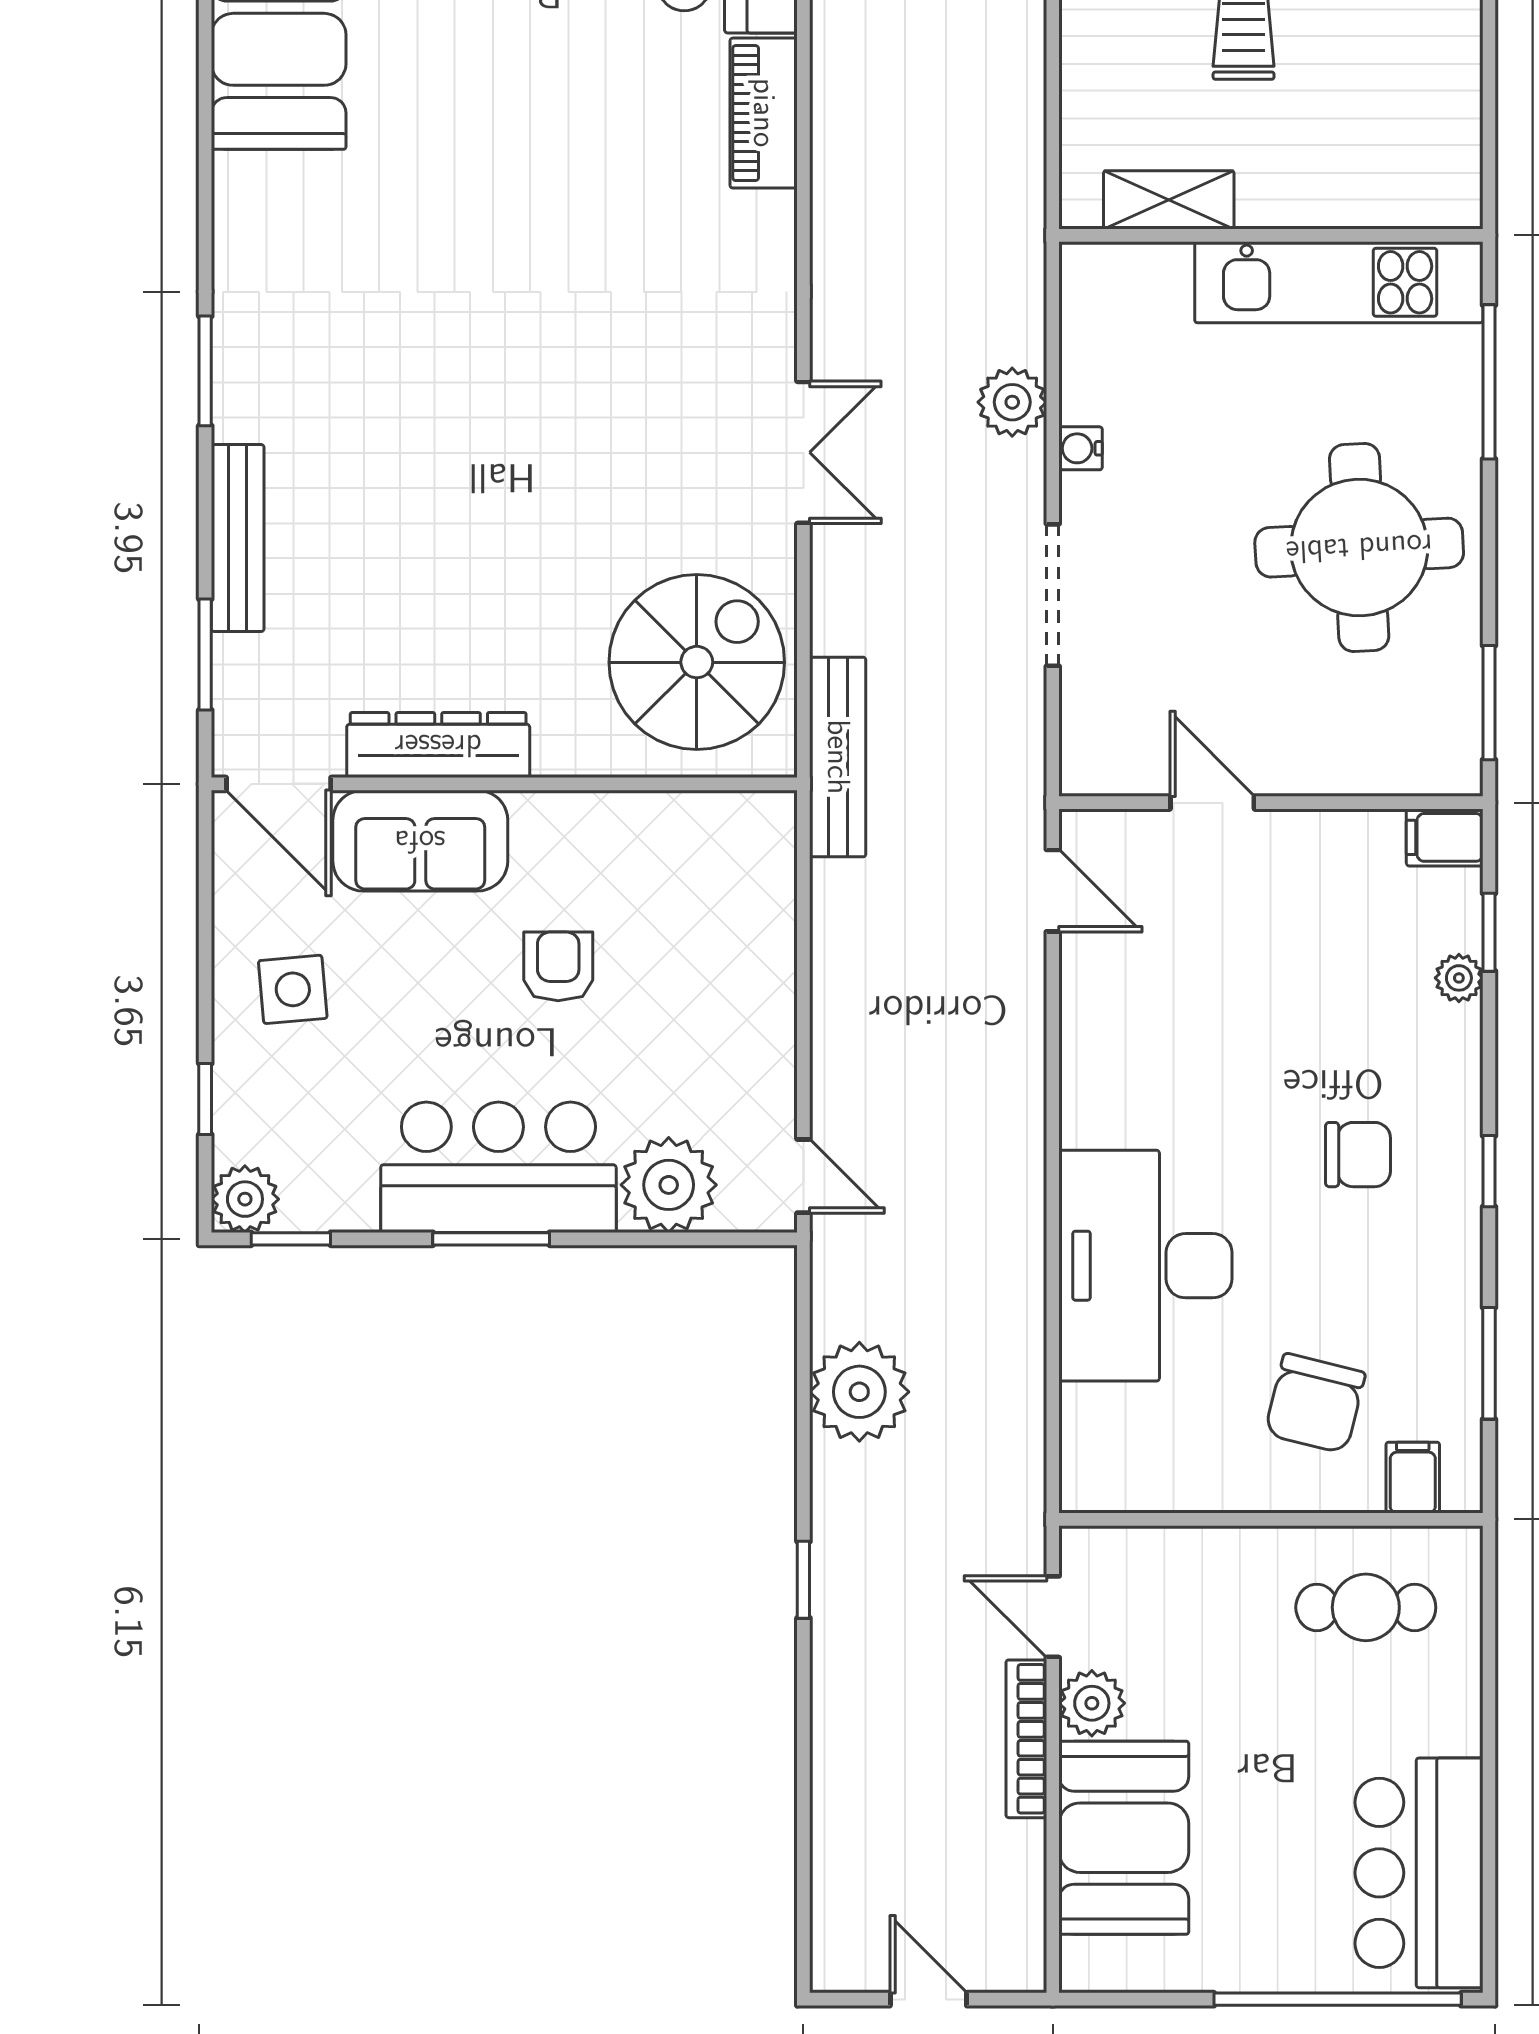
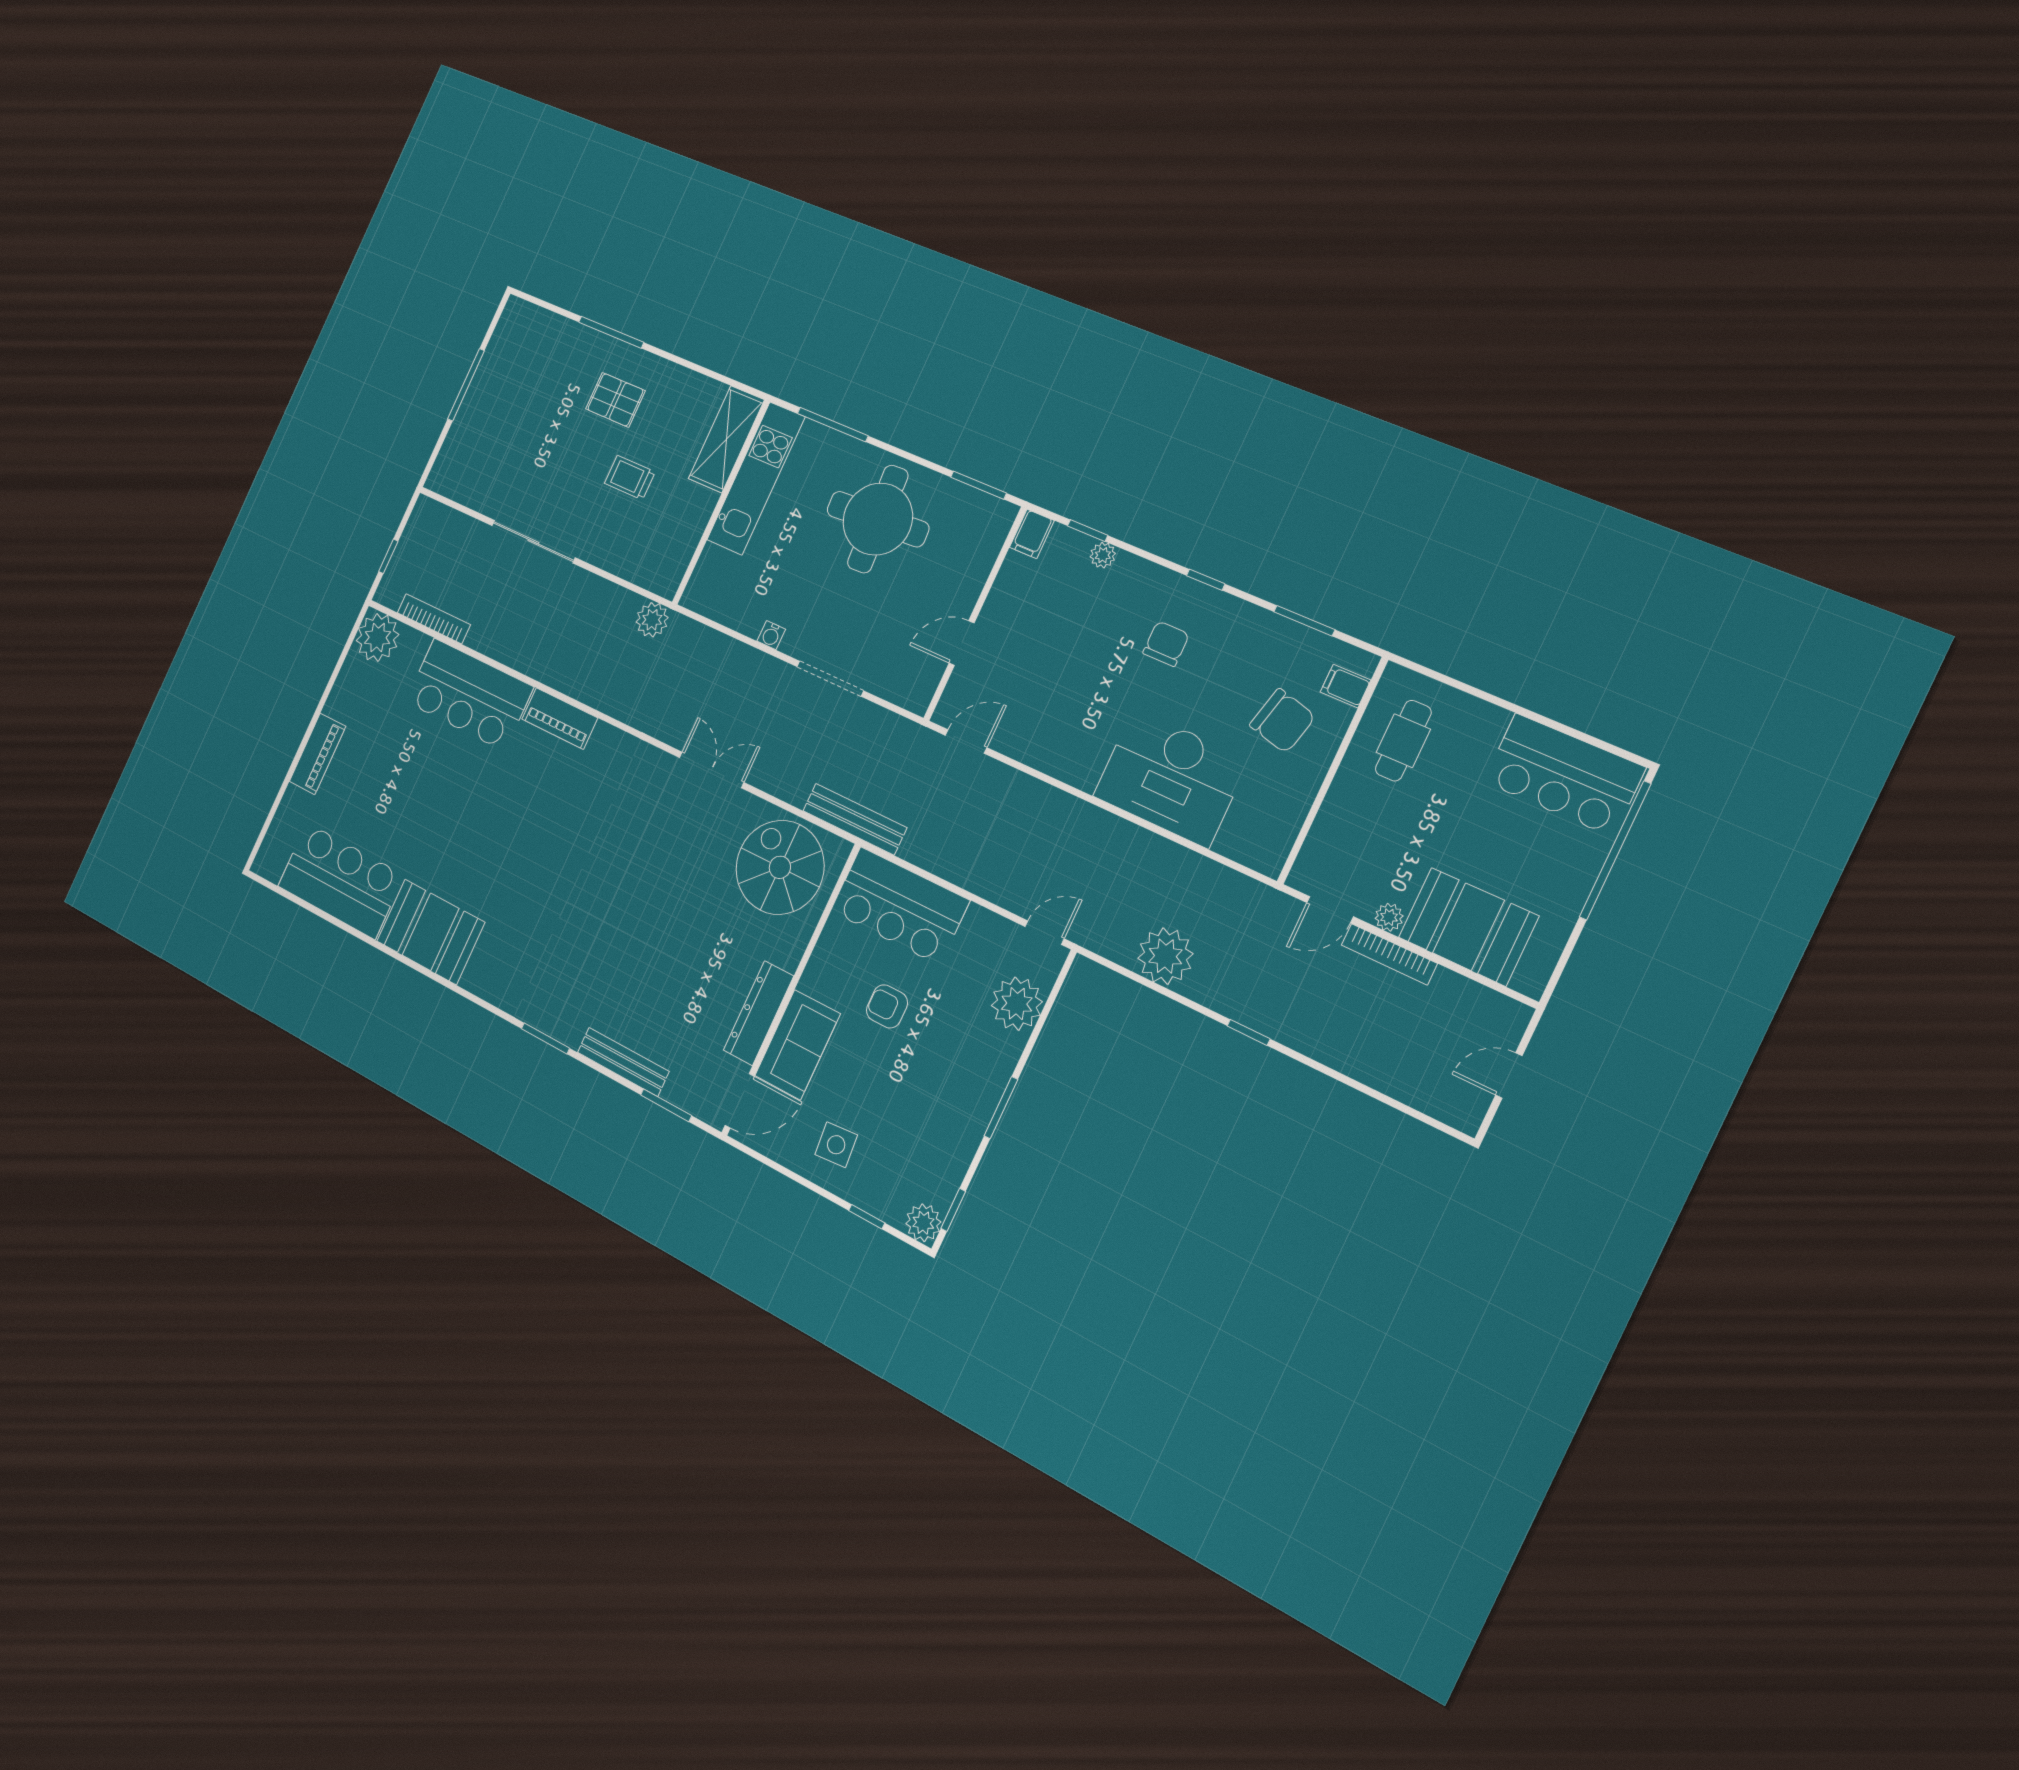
shelving: (1169, 200) -> (726, 439), moved, width x1.50, depth x1.33
plant: (1012, 402) -> (652, 620), moved
bar counter: (498, 1167) -> (900, 906), moved, turned -90
plant: (1092, 1703) -> (1389, 917), width x0.73, depth x0.73

